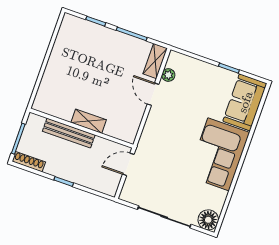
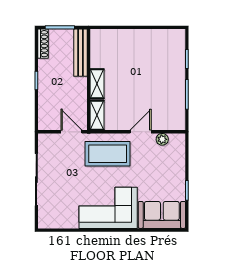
shelving: (155, 61) -> (97, 115), moved, turned 90
bench: (69, 133) -> (80, 53), moved
coffee table: (164, 136) -> (108, 154), added
floor lamp: (208, 220) -> (47, 219), removed

